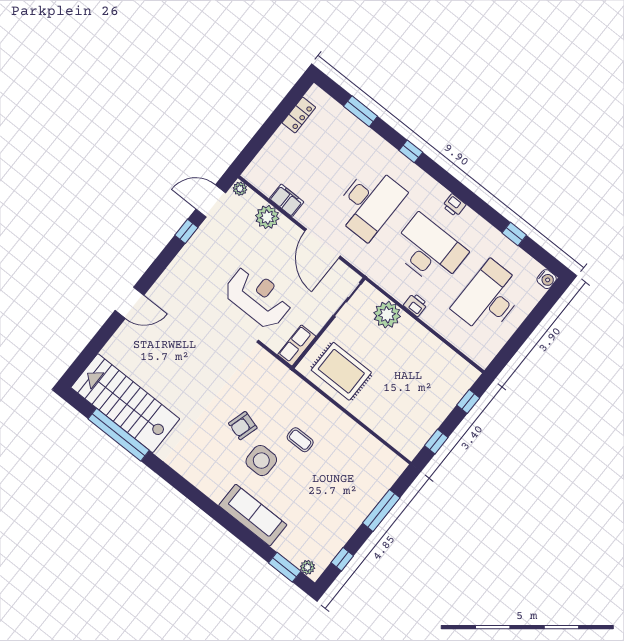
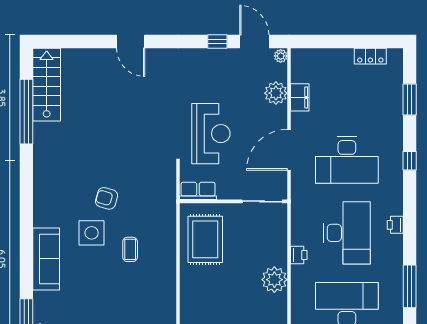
window: (514, 234) -> (410, 286), width x2.17
plant: (387, 315) -> (274, 280), moved
stairs: (125, 403) -> (47, 85), width x0.73, depth x0.66

